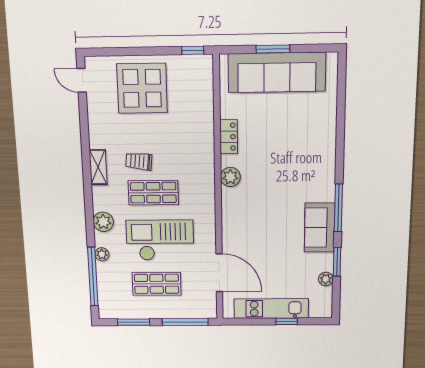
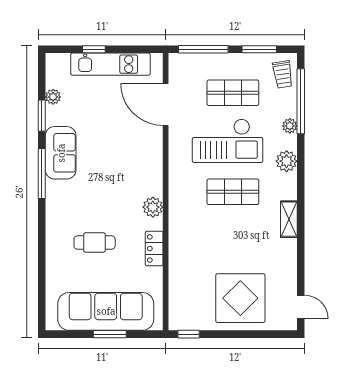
cafe table: (288, 142) -> (95, 242), added
trolley: (139, 161) -> (283, 74), moved, turned 75

